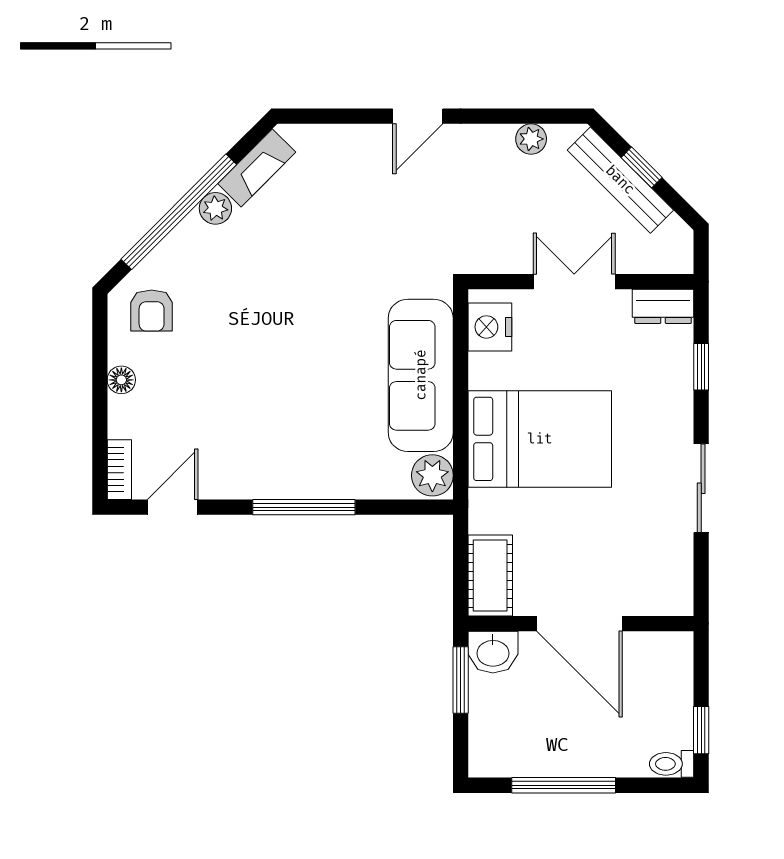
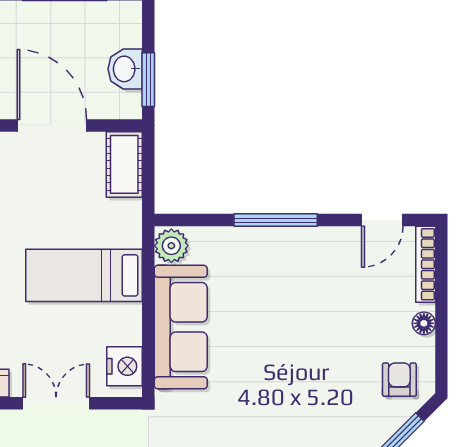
double door: (574, 282) -> (56, 403), swing flipped
bed: (540, 439) -> (84, 275), width x0.67
bookcase: (119, 470) -> (426, 264), width x1.56
washbasin: (493, 652) -> (125, 69), moved, turned -90

